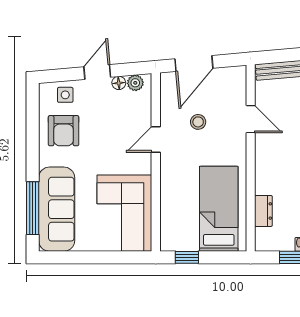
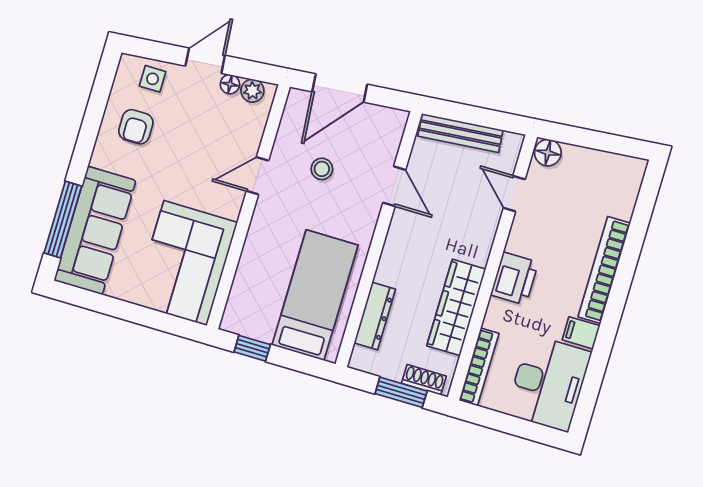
armchair: (64, 131) -> (136, 127), width x0.72, depth x0.72
dresser: (263, 211) -> (375, 316), width x1.44

